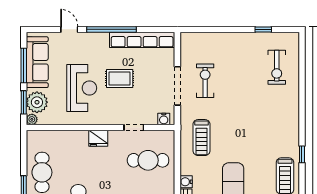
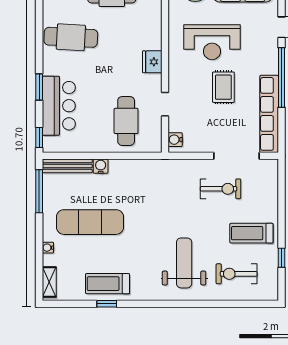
doorway: (177, 86) -> (237, 156), moved
weight bench: (268, 112) -> (184, 263), added
treadmill: (202, 138) -> (251, 233), moved
window: (302, 154) -> (107, 304), moved

